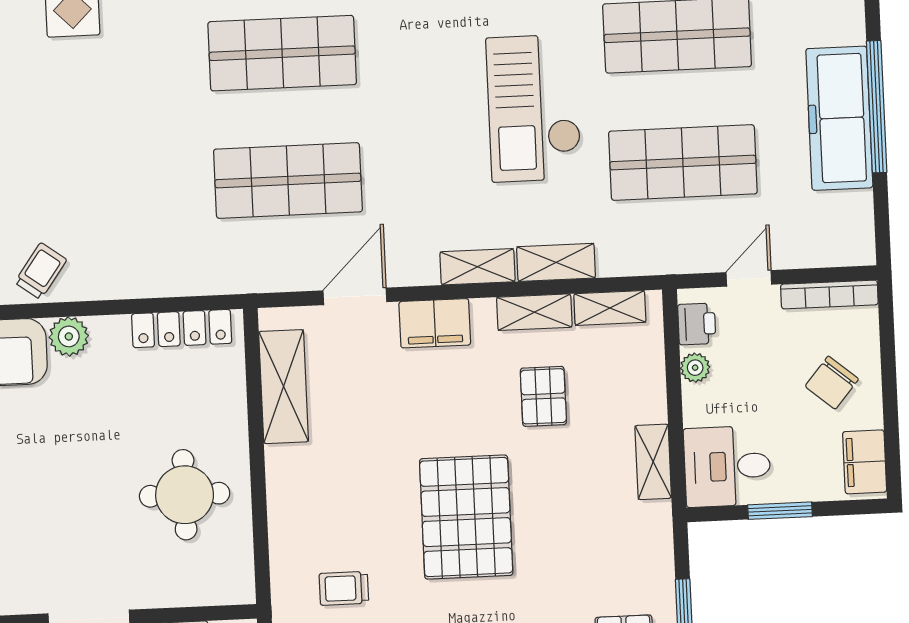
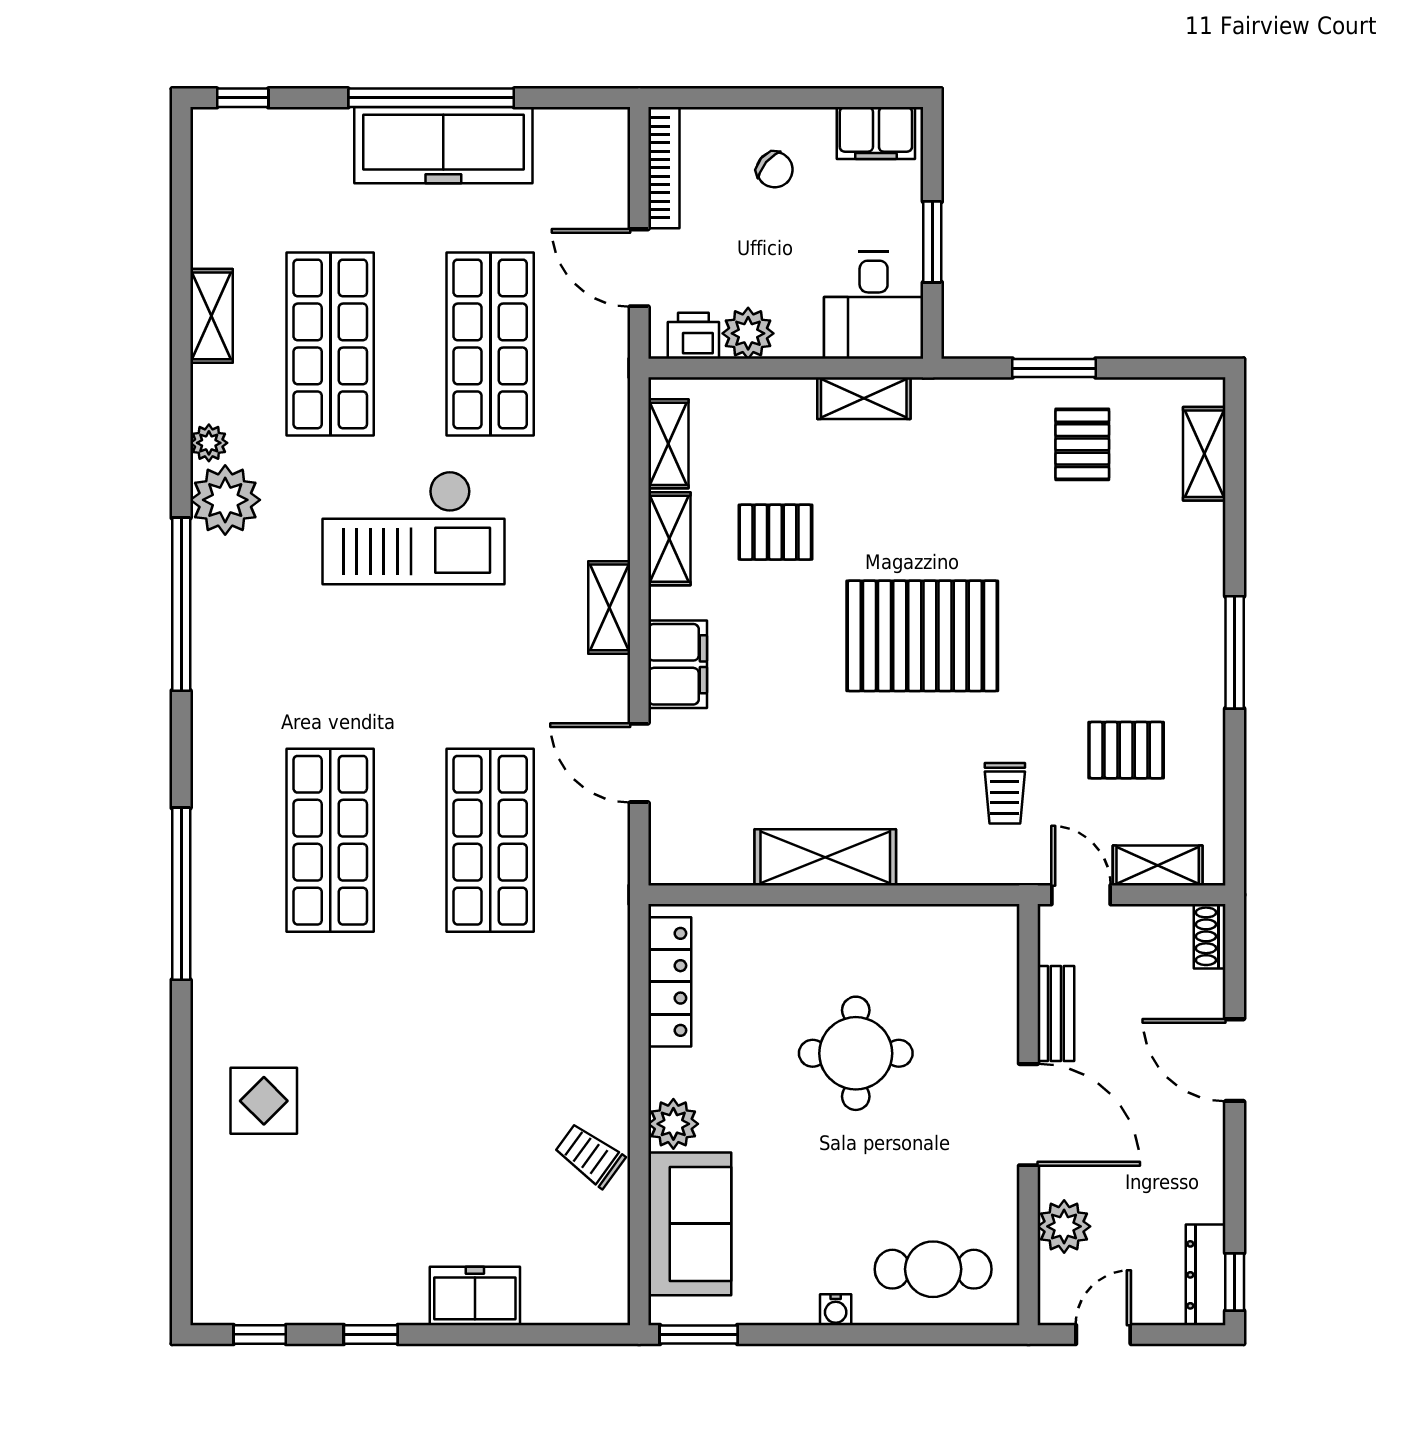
shelving: (556, 262) -> (608, 509), removed
door: (749, 278) -> (639, 268), width x1.38
plant: (695, 368) -> (748, 333), width x1.38, depth x1.38
chair: (832, 383) -> (775, 170), width x0.73, depth x0.73
shelving: (284, 387) -> (825, 857), moved
round table: (185, 495) -> (856, 1053), moved

